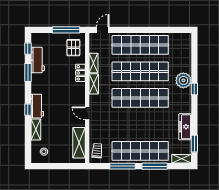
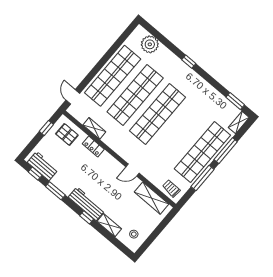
window: (66, 30) -> (46, 128), width x0.46
workbench: (38, 60) -> (43, 166), moved
plant: (183, 80) -> (150, 44), moved
shelving: (94, 84) -> (112, 143), removed
workbench: (37, 106) -> (87, 204), width x1.38
freezer: (185, 127) -> (214, 97), removed

